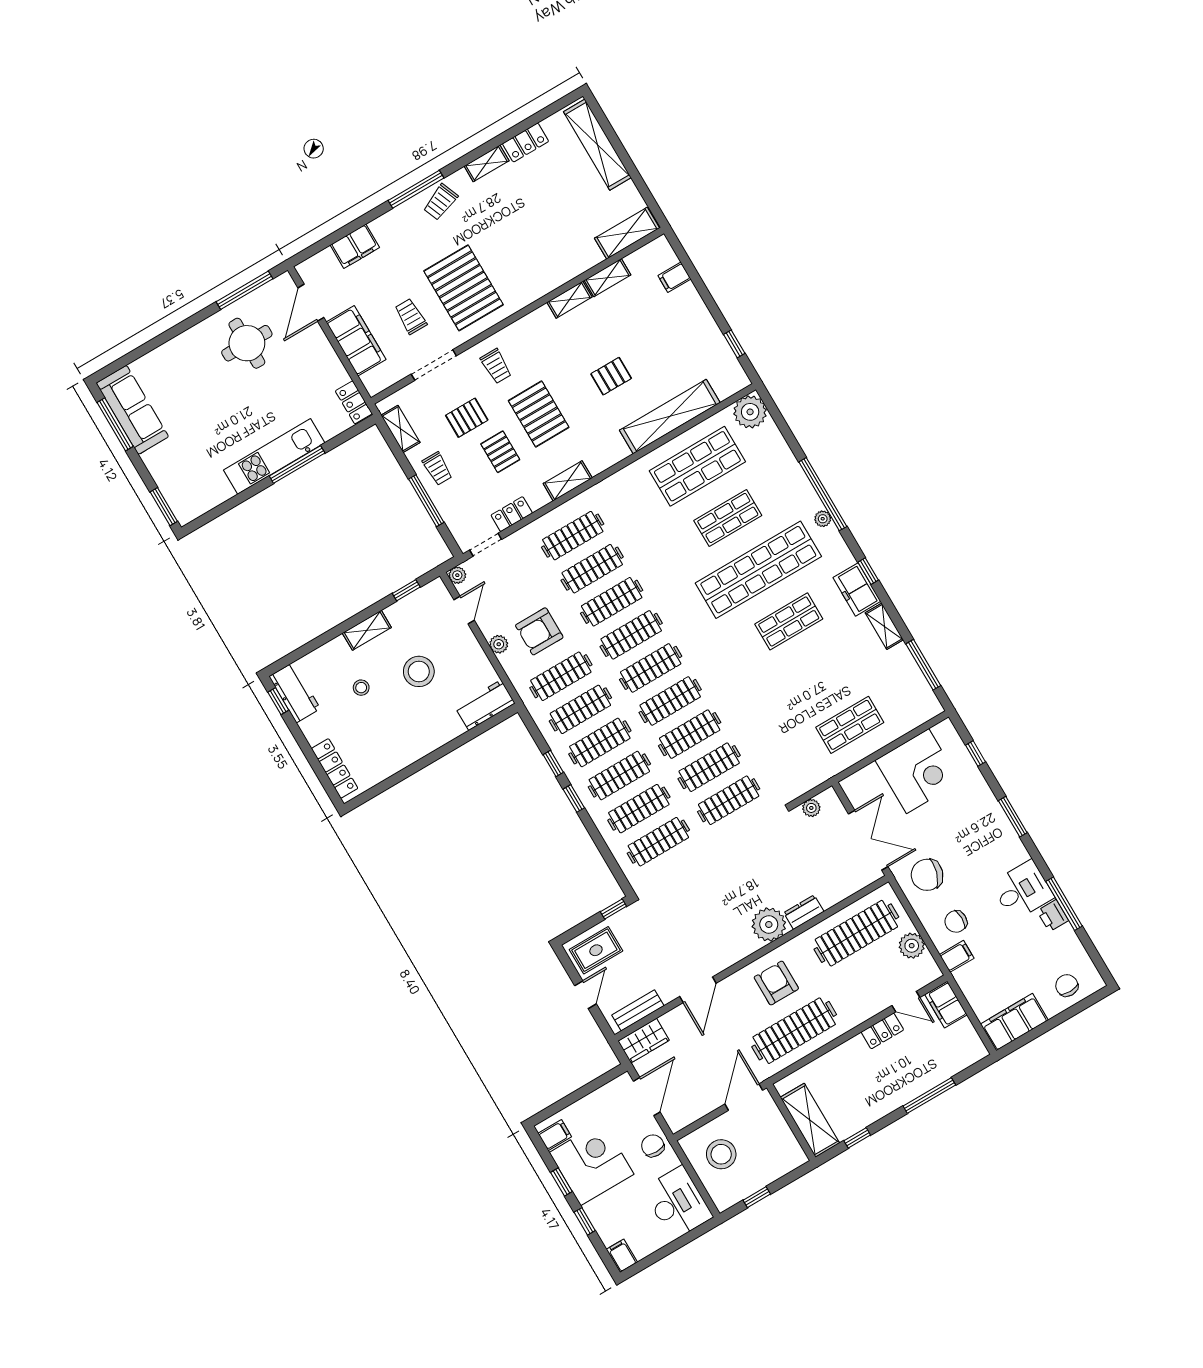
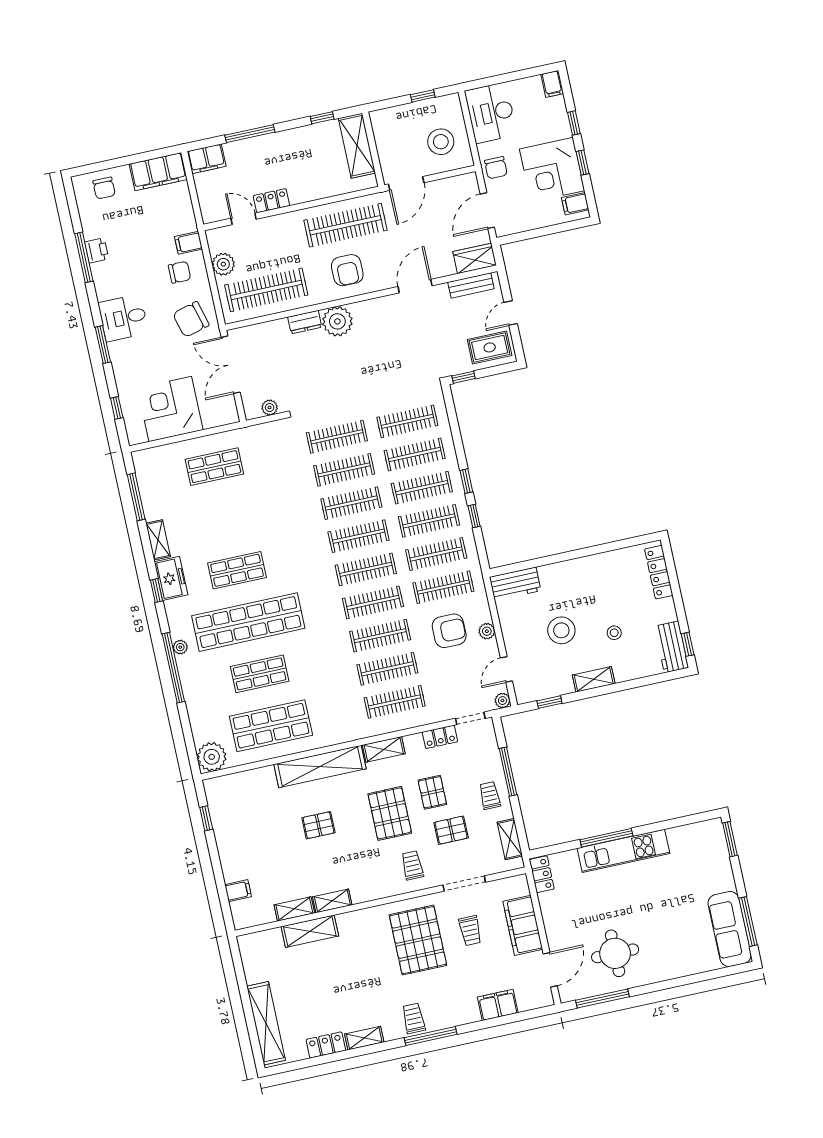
trolley: (441, 202) -> (414, 1018), turned -68
shelving: (627, 233) -> (310, 931), moved
shelving: (670, 416) -> (320, 767), moved
chair: (927, 875) -> (191, 319), turned 148
desk: (1022, 890) -> (123, 318), moved
filing cabinet: (946, 1005) -> (207, 159), moved, turned 90

